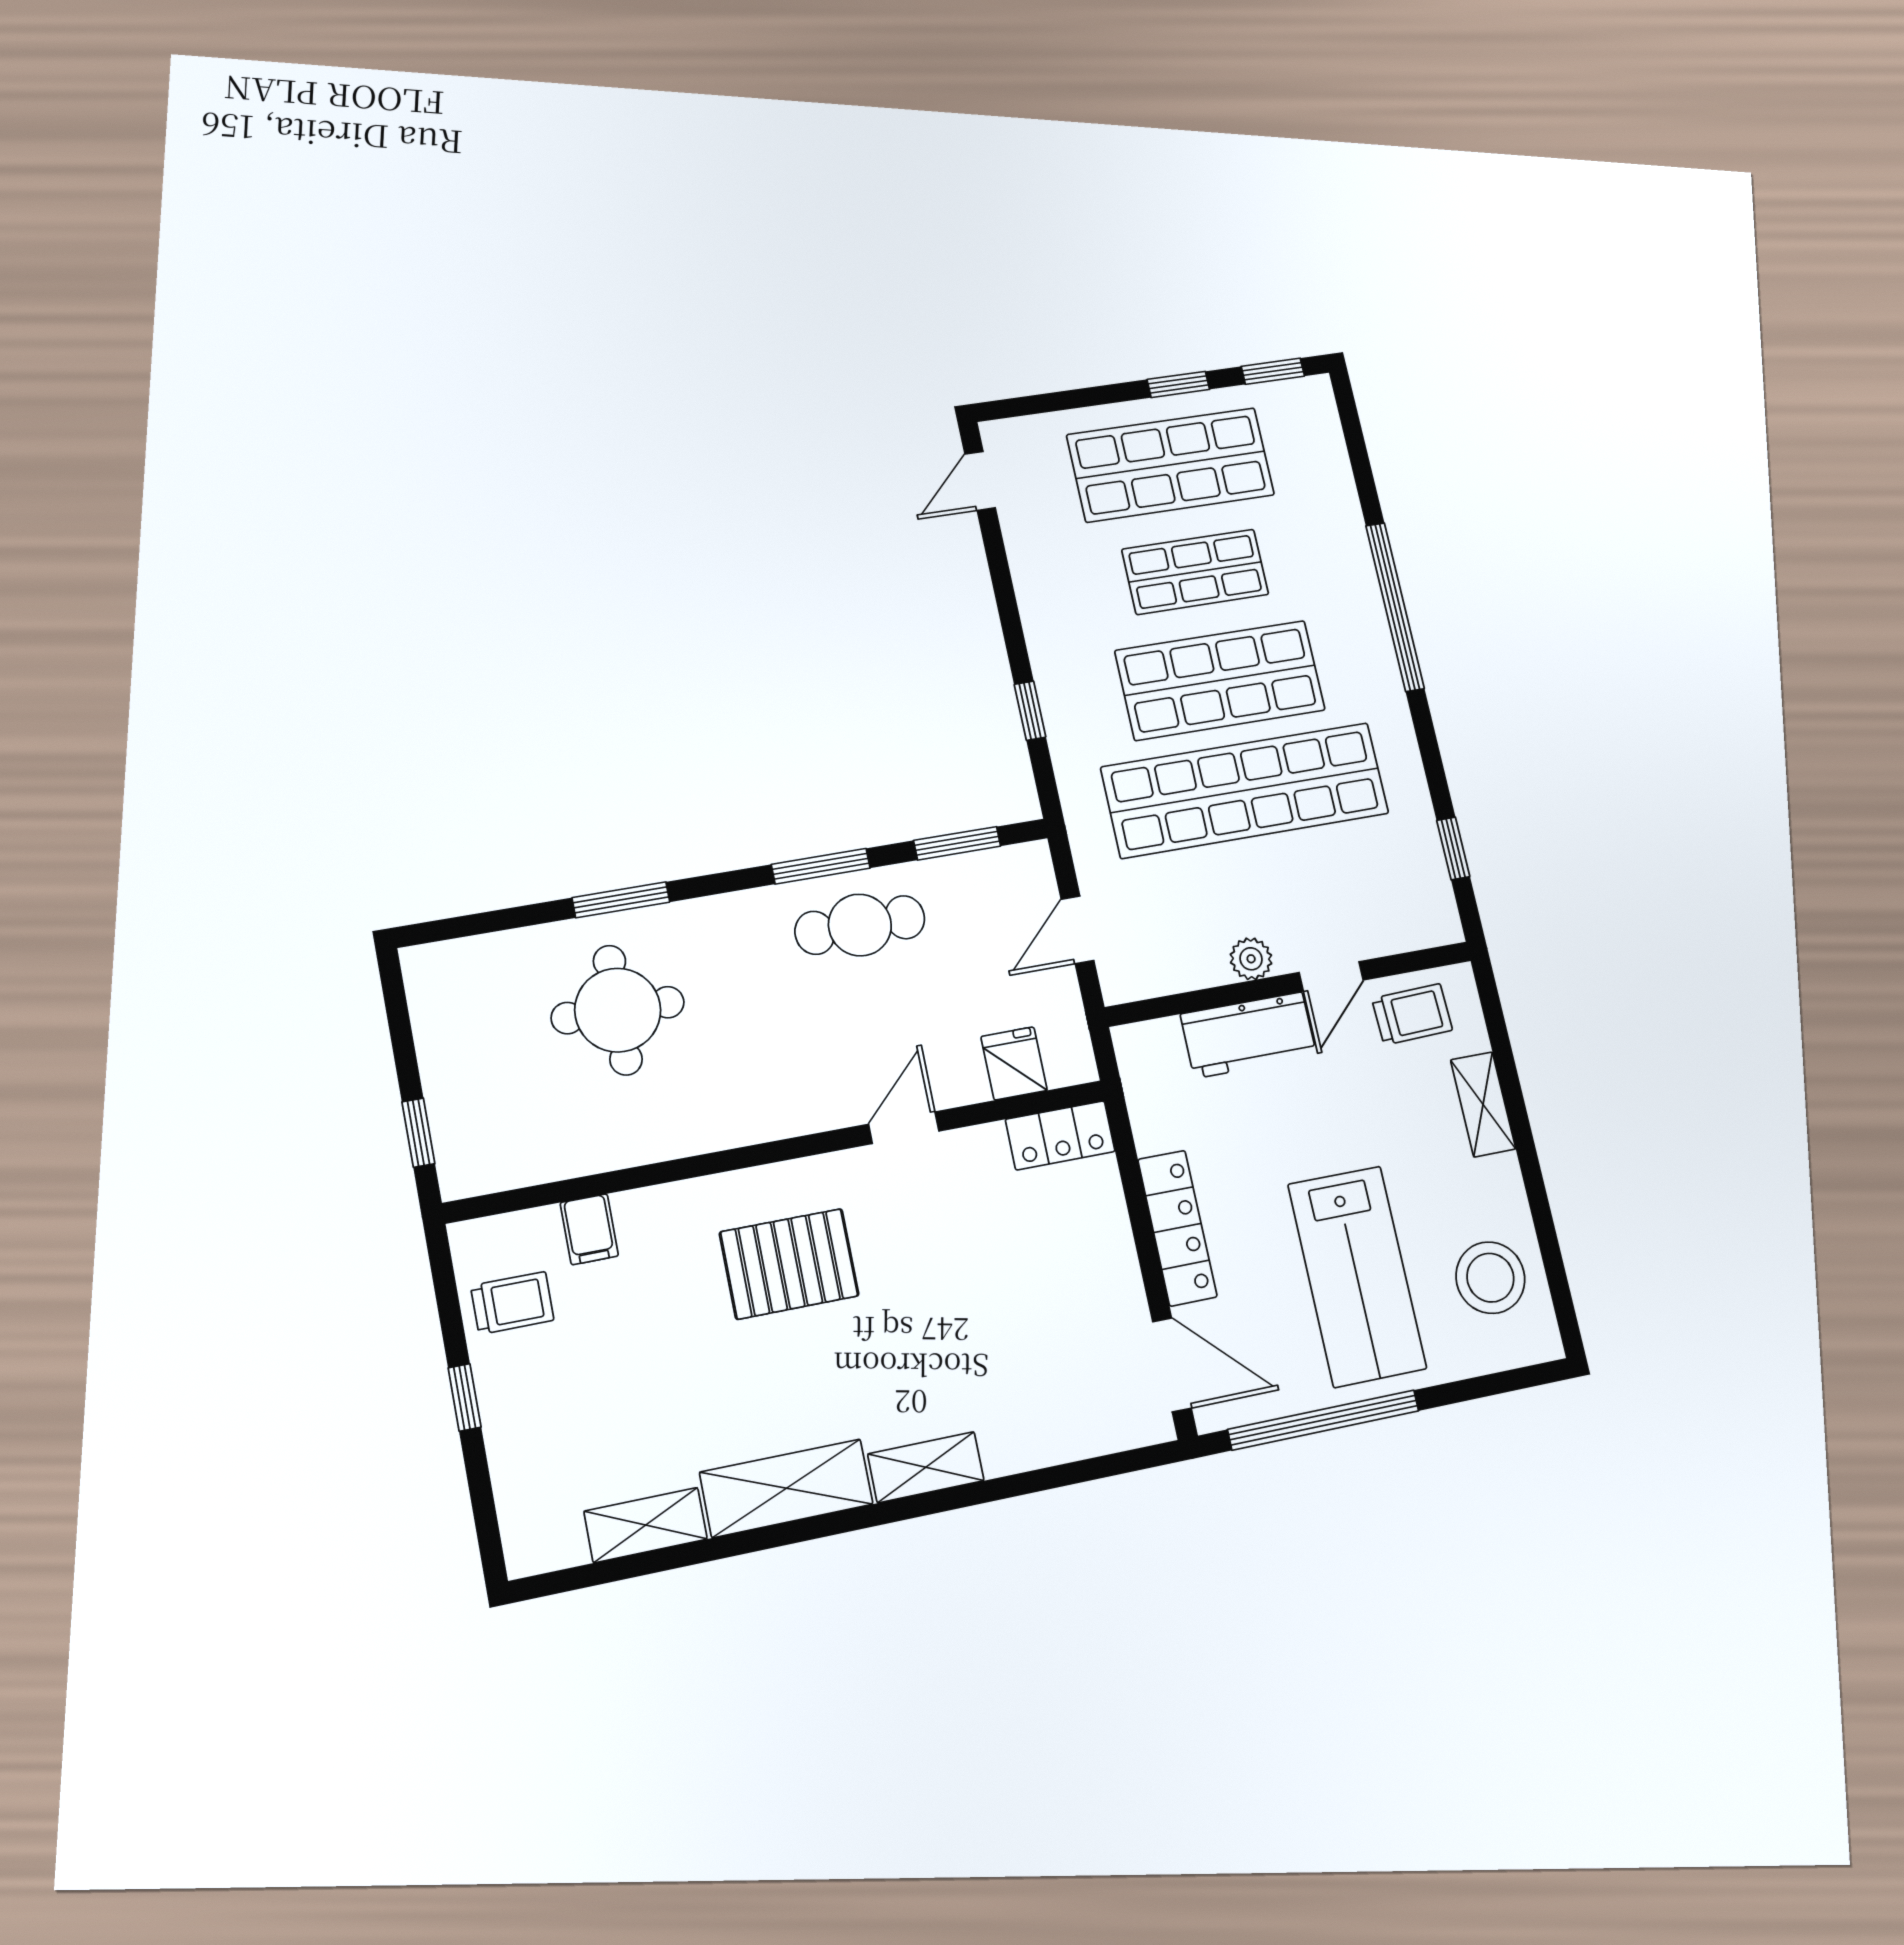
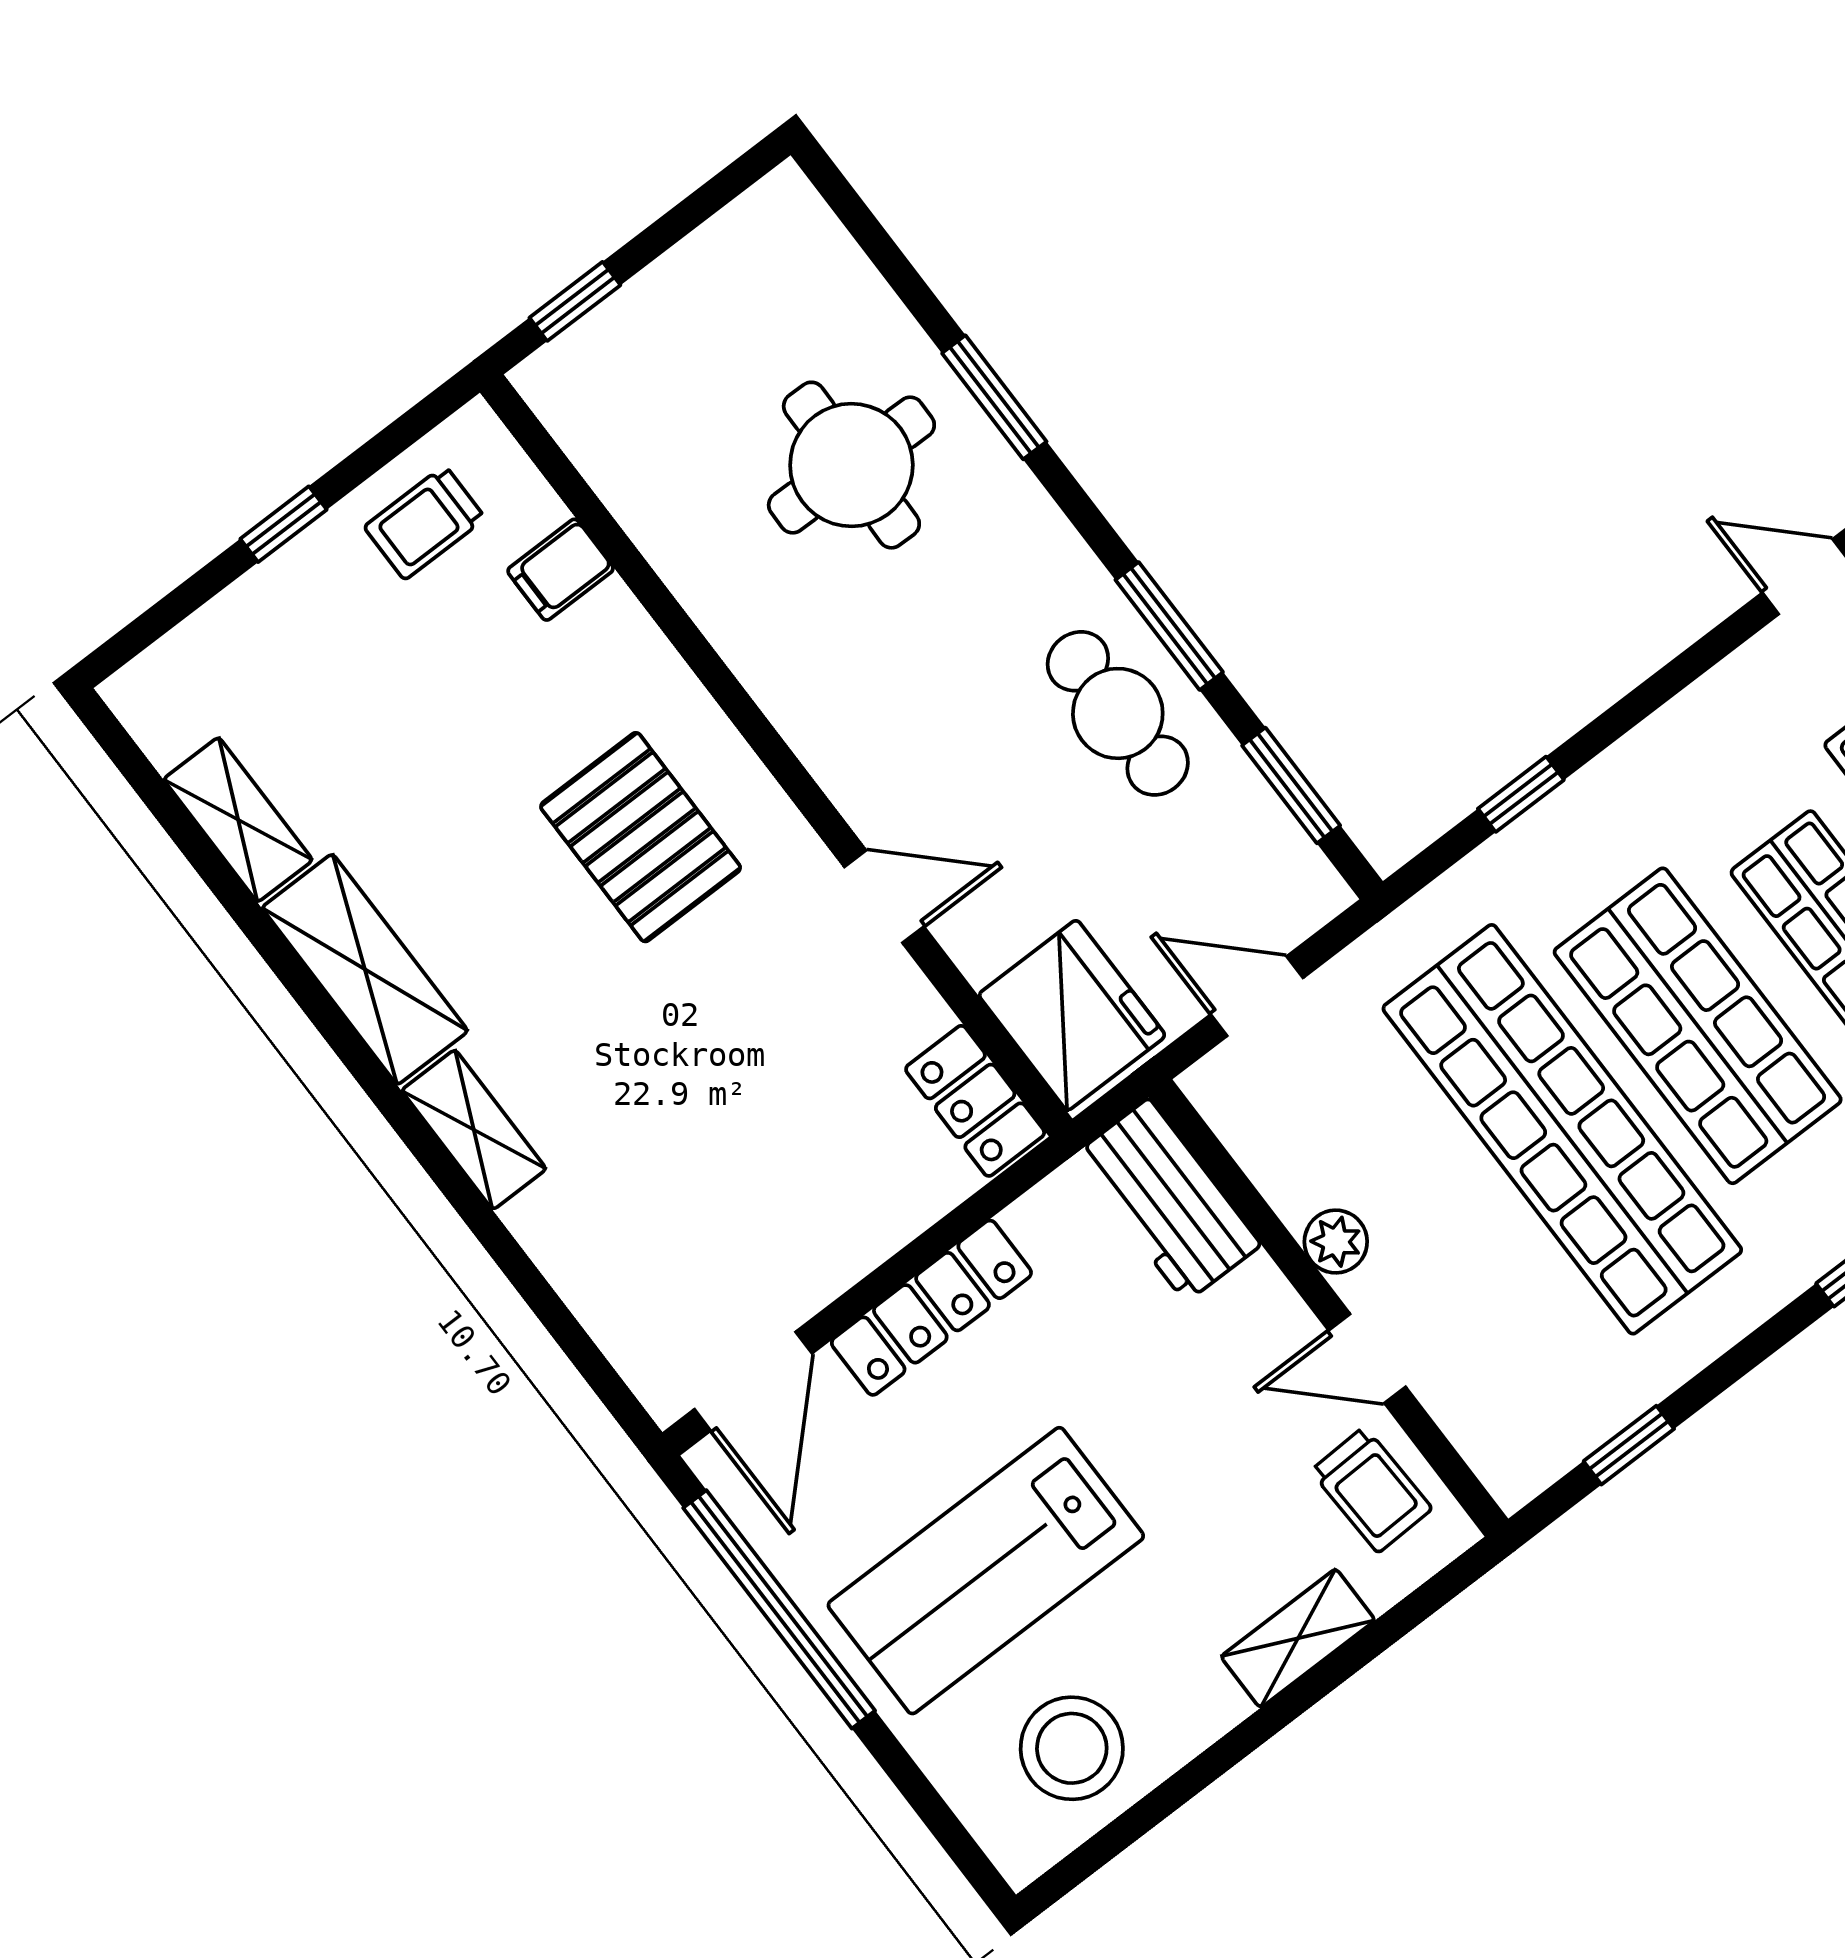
workbench: (1249, 1035) -> (1167, 1200), moved
fridge: (1014, 1063) -> (1072, 1015), width x1.88, depth x1.34
trolley: (512, 1303) -> (425, 523), turned 90

